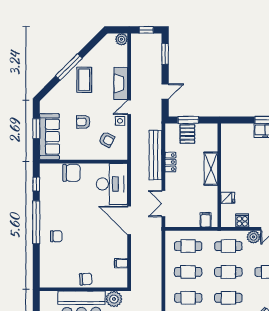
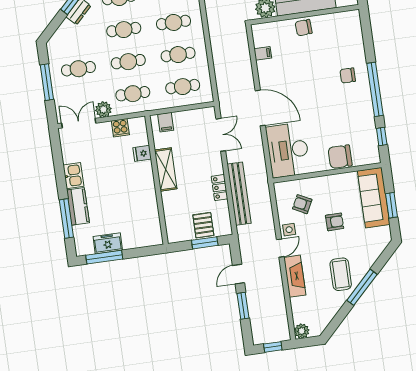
window: (165, 54) -> (243, 306), moved
shelving: (211, 169) -> (166, 169), moved

